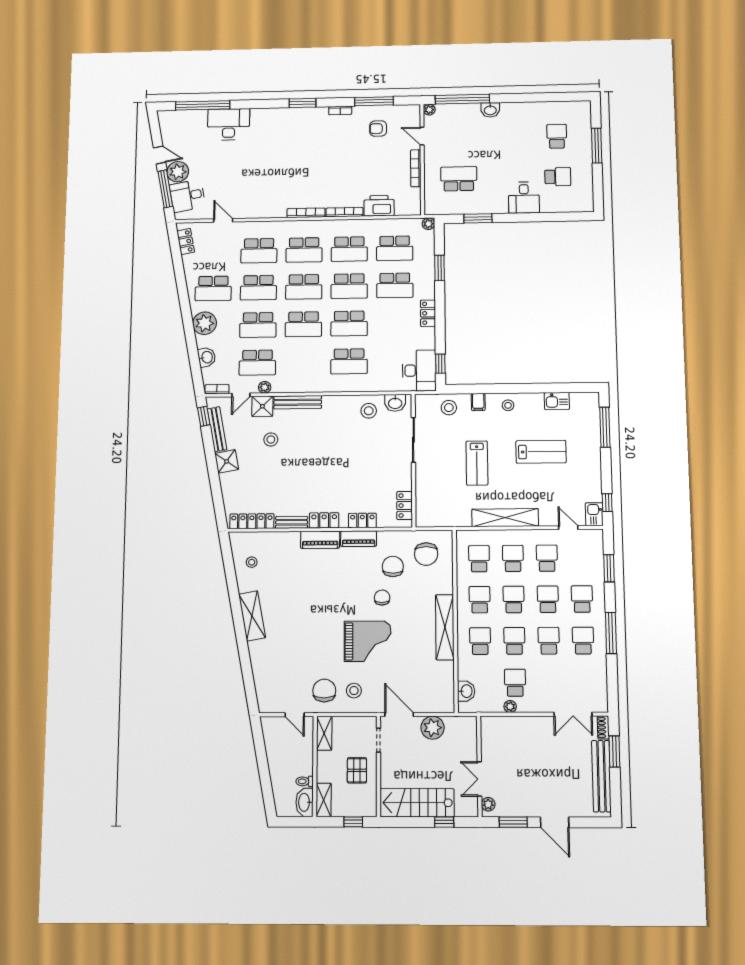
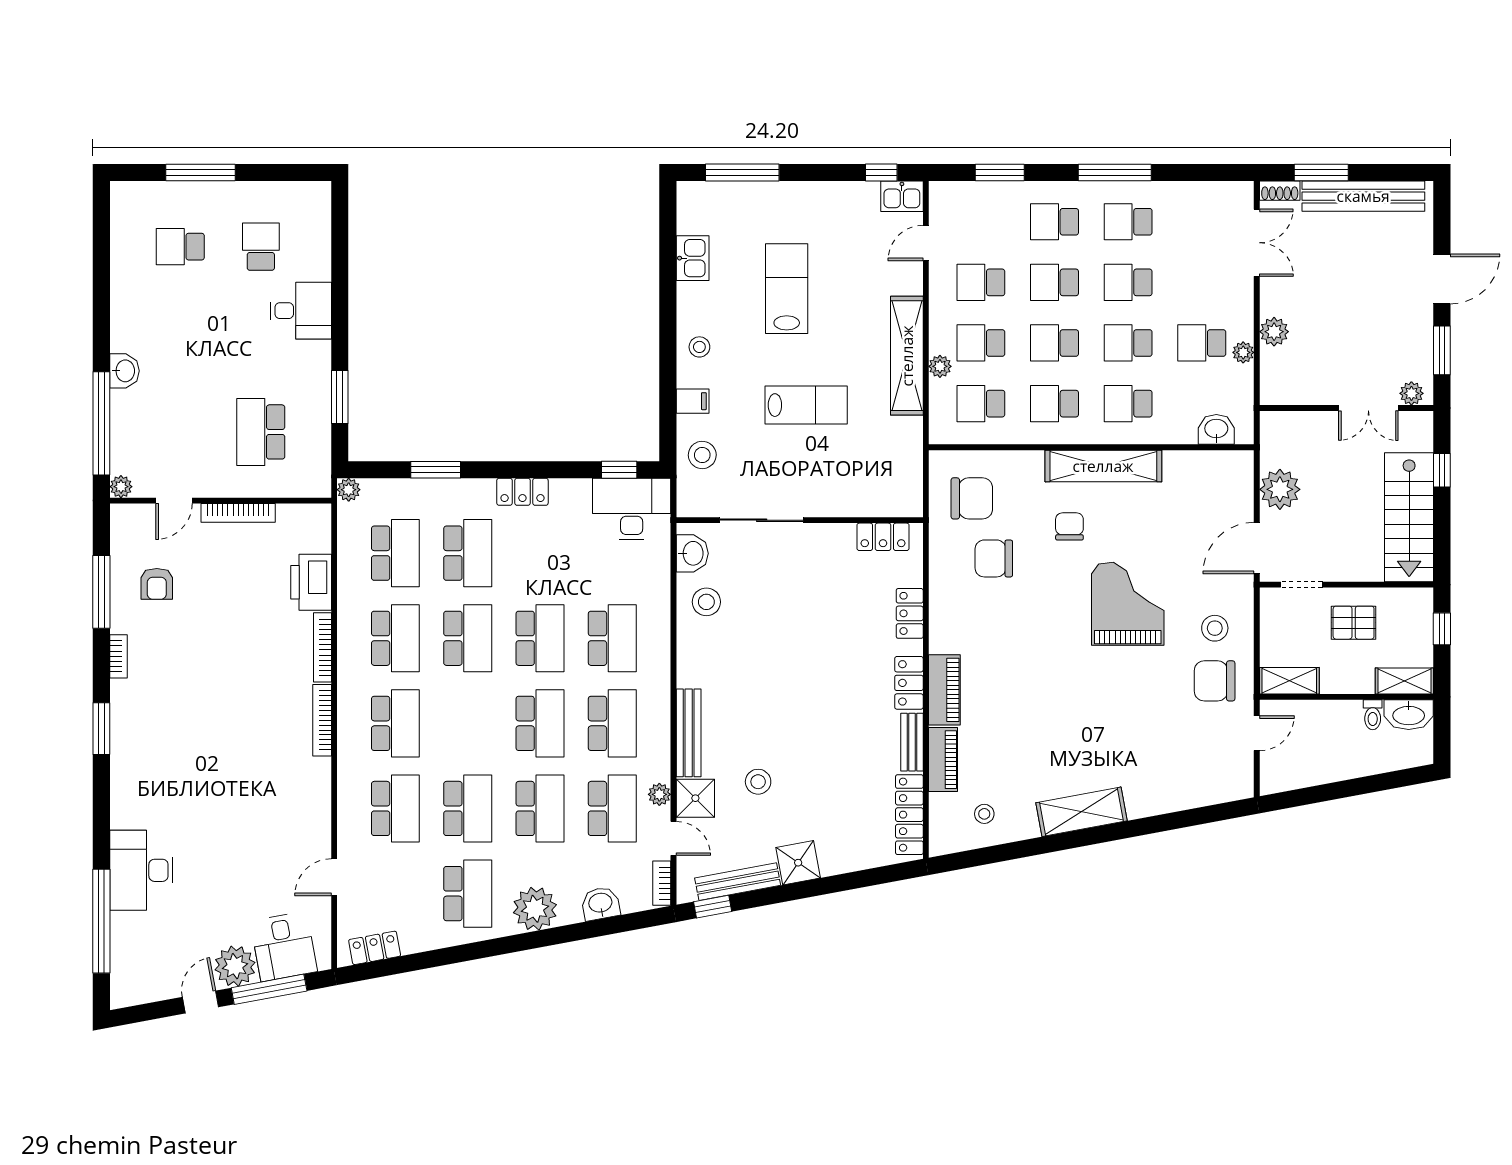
school desk: (304, 287) -> (612, 723), moved
plant: (499, 536) -> (940, 366), added
piano: (359, 539) -> (943, 760), moved
chair: (382, 598) -> (1069, 526), moved, turned 90
plant: (522, 724) -> (1274, 332), added

